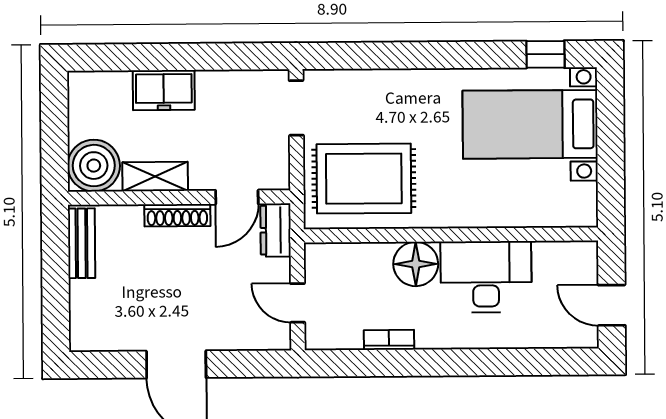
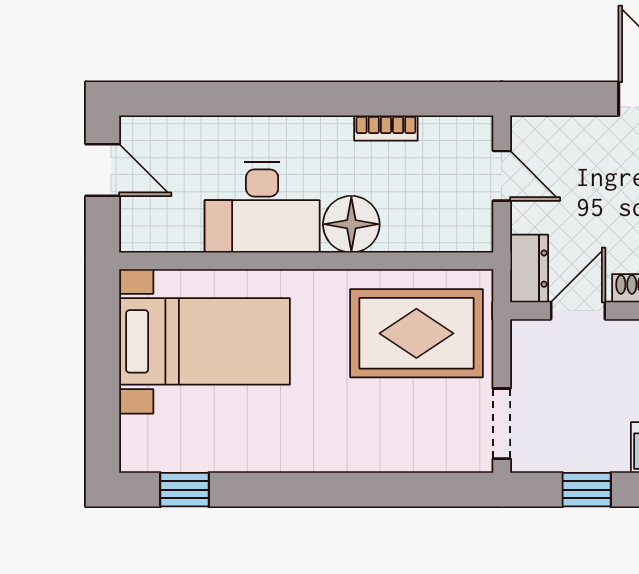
window: (229, 57) -> (587, 490), added
bed with nightstands: (530, 124) -> (205, 341), moved

